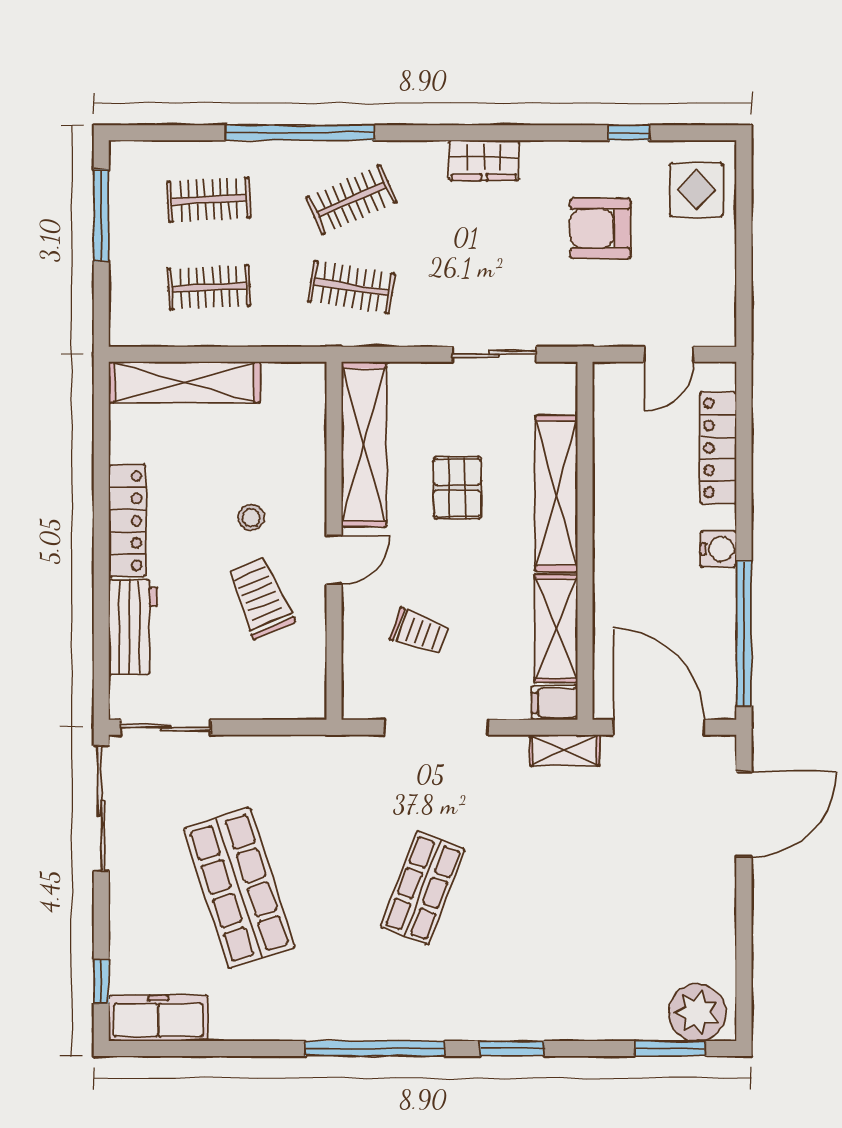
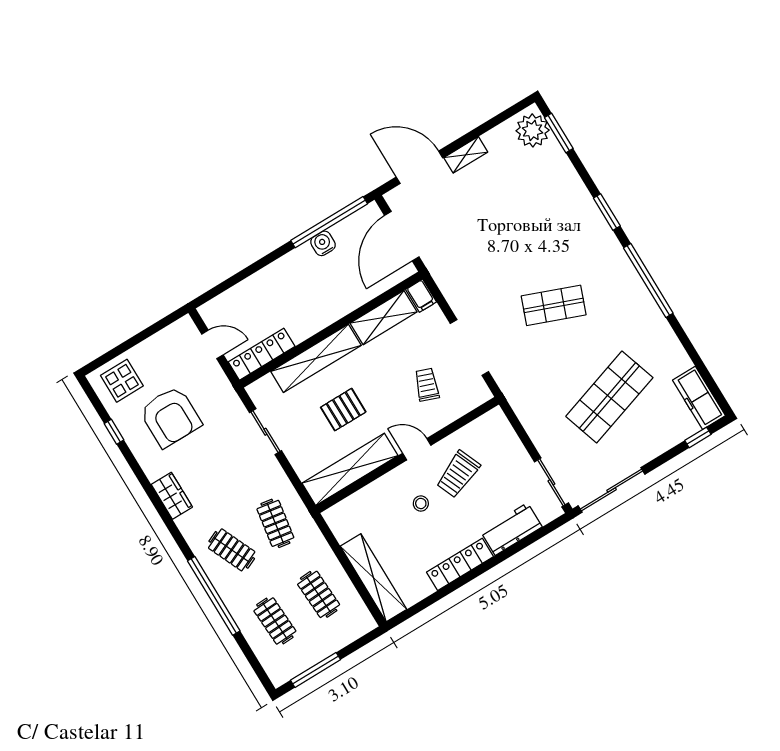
armchair: (601, 228) -> (170, 417), width x1.36, depth x1.36
locker: (718, 448) -> (262, 354), moved, turned 180
water cooler: (718, 549) -> (323, 243), moved
shelving: (565, 750) -> (466, 155), moved, turned 90

